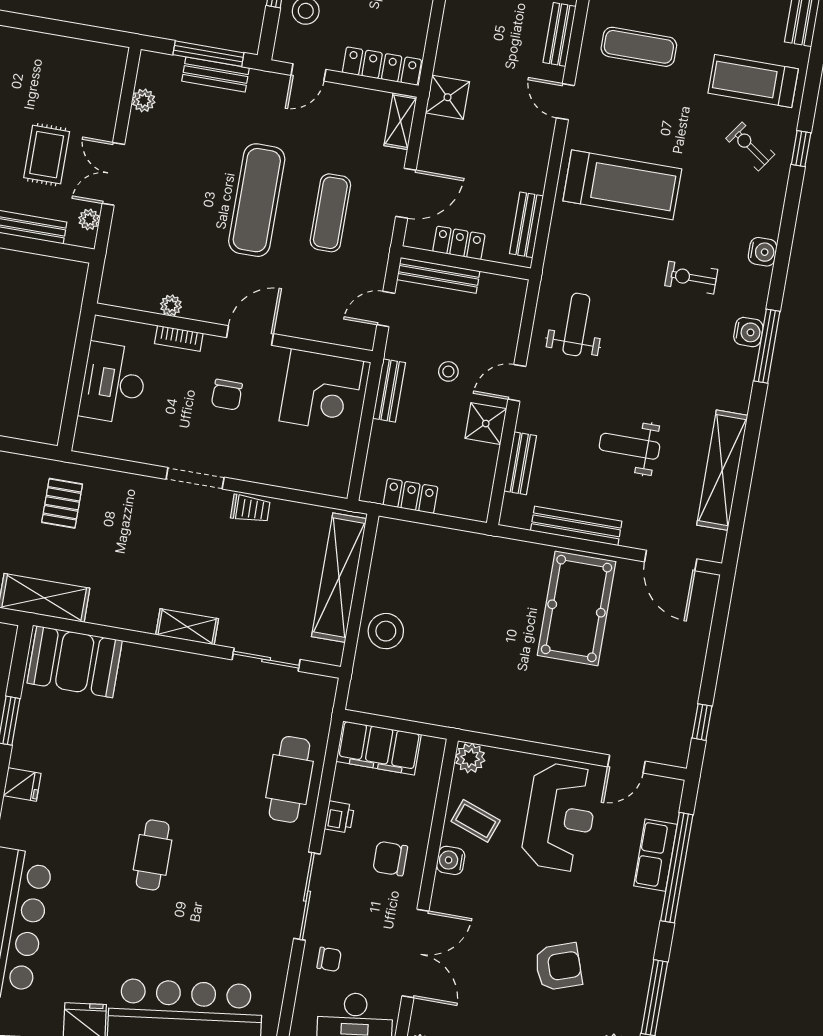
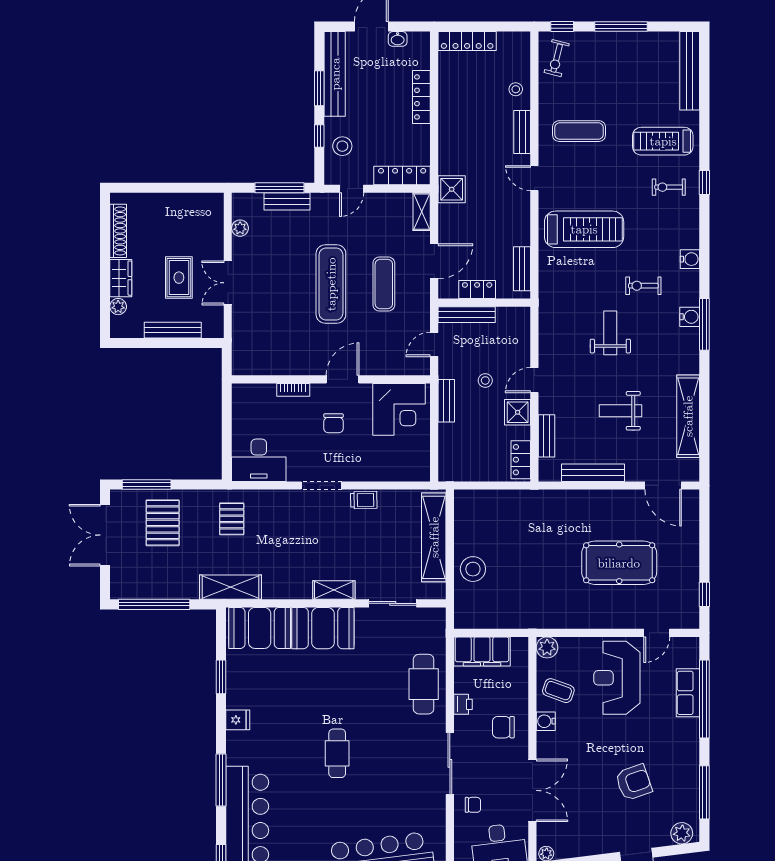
exercise bike: (750, 146) -> (669, 187), turned -35
plant: (89, 219) -> (216, 318), removed
plant: (171, 305) -> (284, 368), removed
weight bench: (576, 324) -> (610, 333), moved
desk: (113, 383) -> (259, 460), moved, turned -90
locker: (410, 496) -> (521, 460), moved, turned -90
pool table: (577, 608) -> (619, 563), moved, turned 90
booth: (163, 677) -> (323, 628), added
reception desk: (560, 817) -> (617, 678), turned 180

